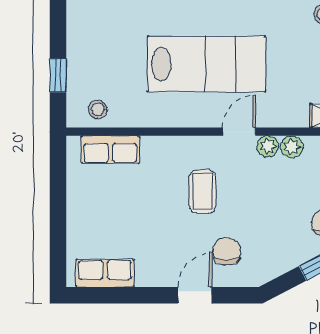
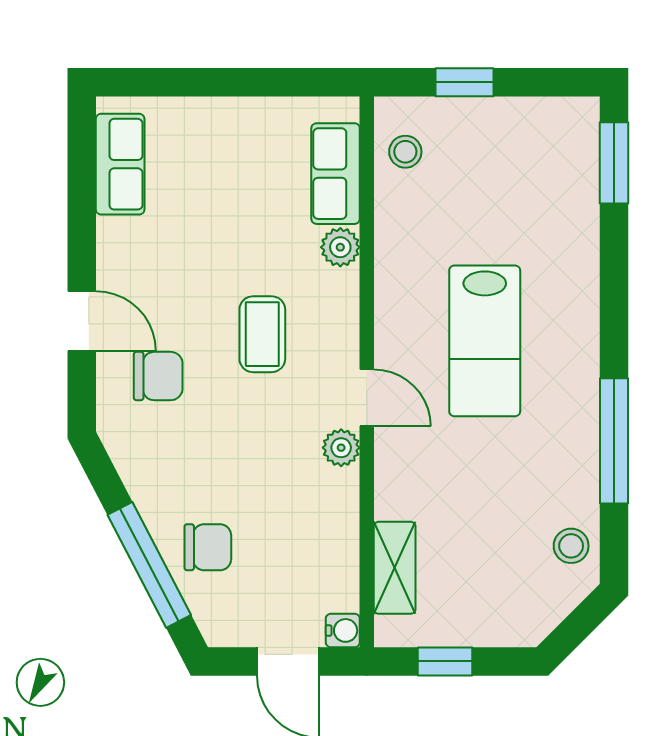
lab bench: (206, 64) -> (485, 341), width x0.73, depth x0.72
plant: (292, 147) -> (340, 247), moved
coffee table: (203, 192) -> (262, 334), turned 90

